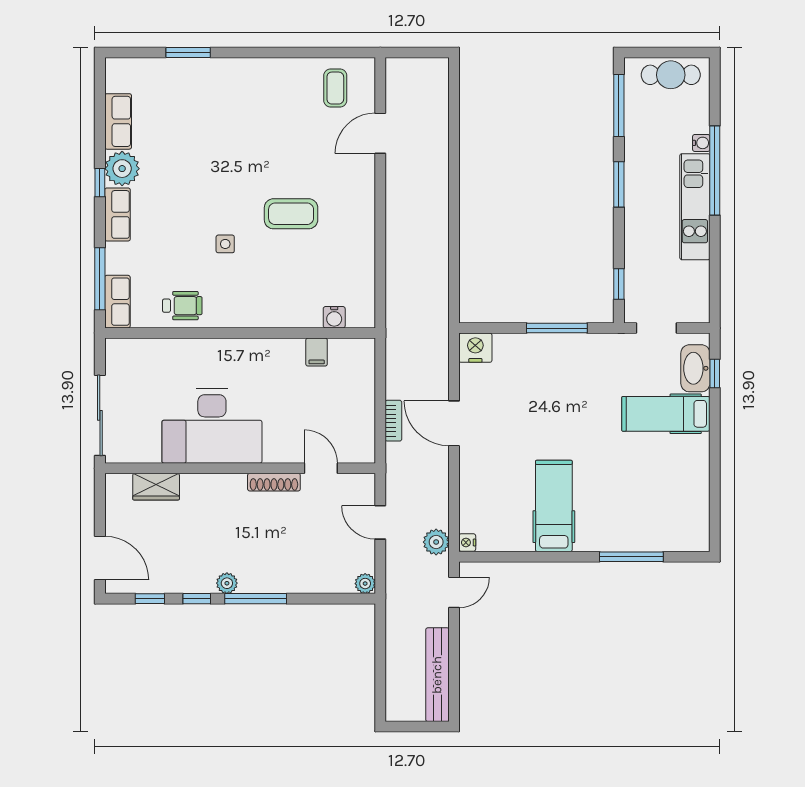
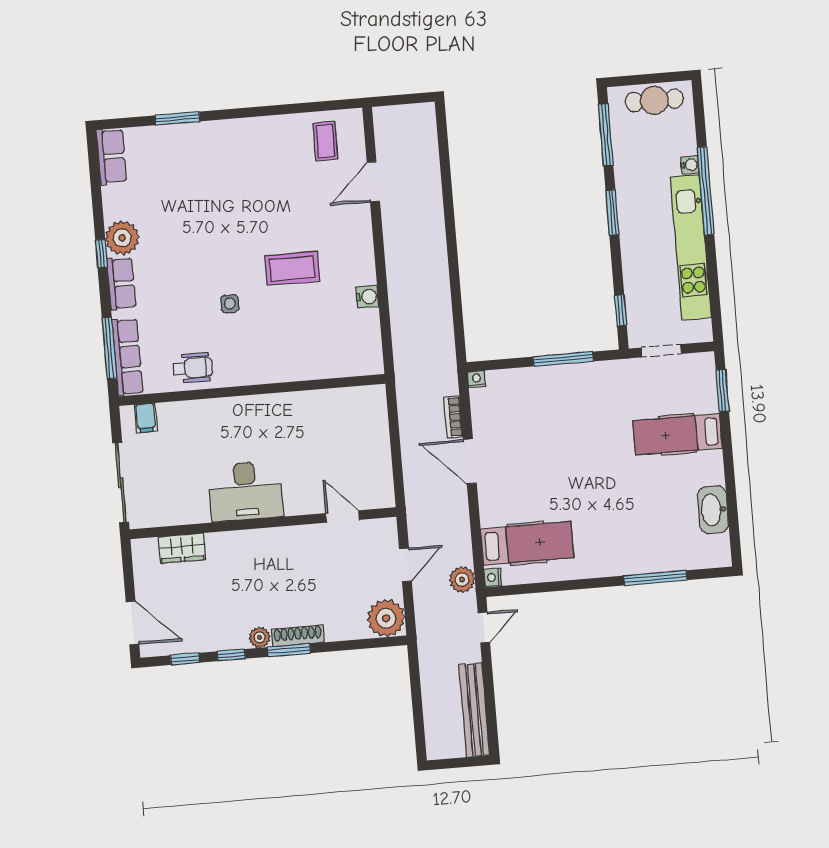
row of seats: (118, 121) -> (111, 156), moved
kitchen unit: (695, 207) -> (691, 247), width x1.36
row of seats: (117, 302) -> (127, 357), width x1.48
water cooler: (334, 317) -> (367, 297), moved, turned -90
nightstand: (475, 348) -> (477, 379), width x0.53, depth x0.56
filing cabinet: (317, 352) -> (146, 418), moved
washbasin: (695, 368) -> (713, 510), moved
window: (715, 373) -> (722, 391), width x1.50
bookcase: (393, 421) -> (453, 417), moved, turned 180
desk: (212, 426) -> (246, 491), width x0.73, depth x0.77
shoe rack: (274, 482) -> (298, 636), moved, turned 180
hospital bed: (554, 506) -> (527, 543), moved, turned 90
door: (380, 522) -> (405, 565), swing flipped
plant: (365, 584) -> (386, 618), width x1.88, depth x1.88
window: (256, 599) -> (289, 650), width x0.69

